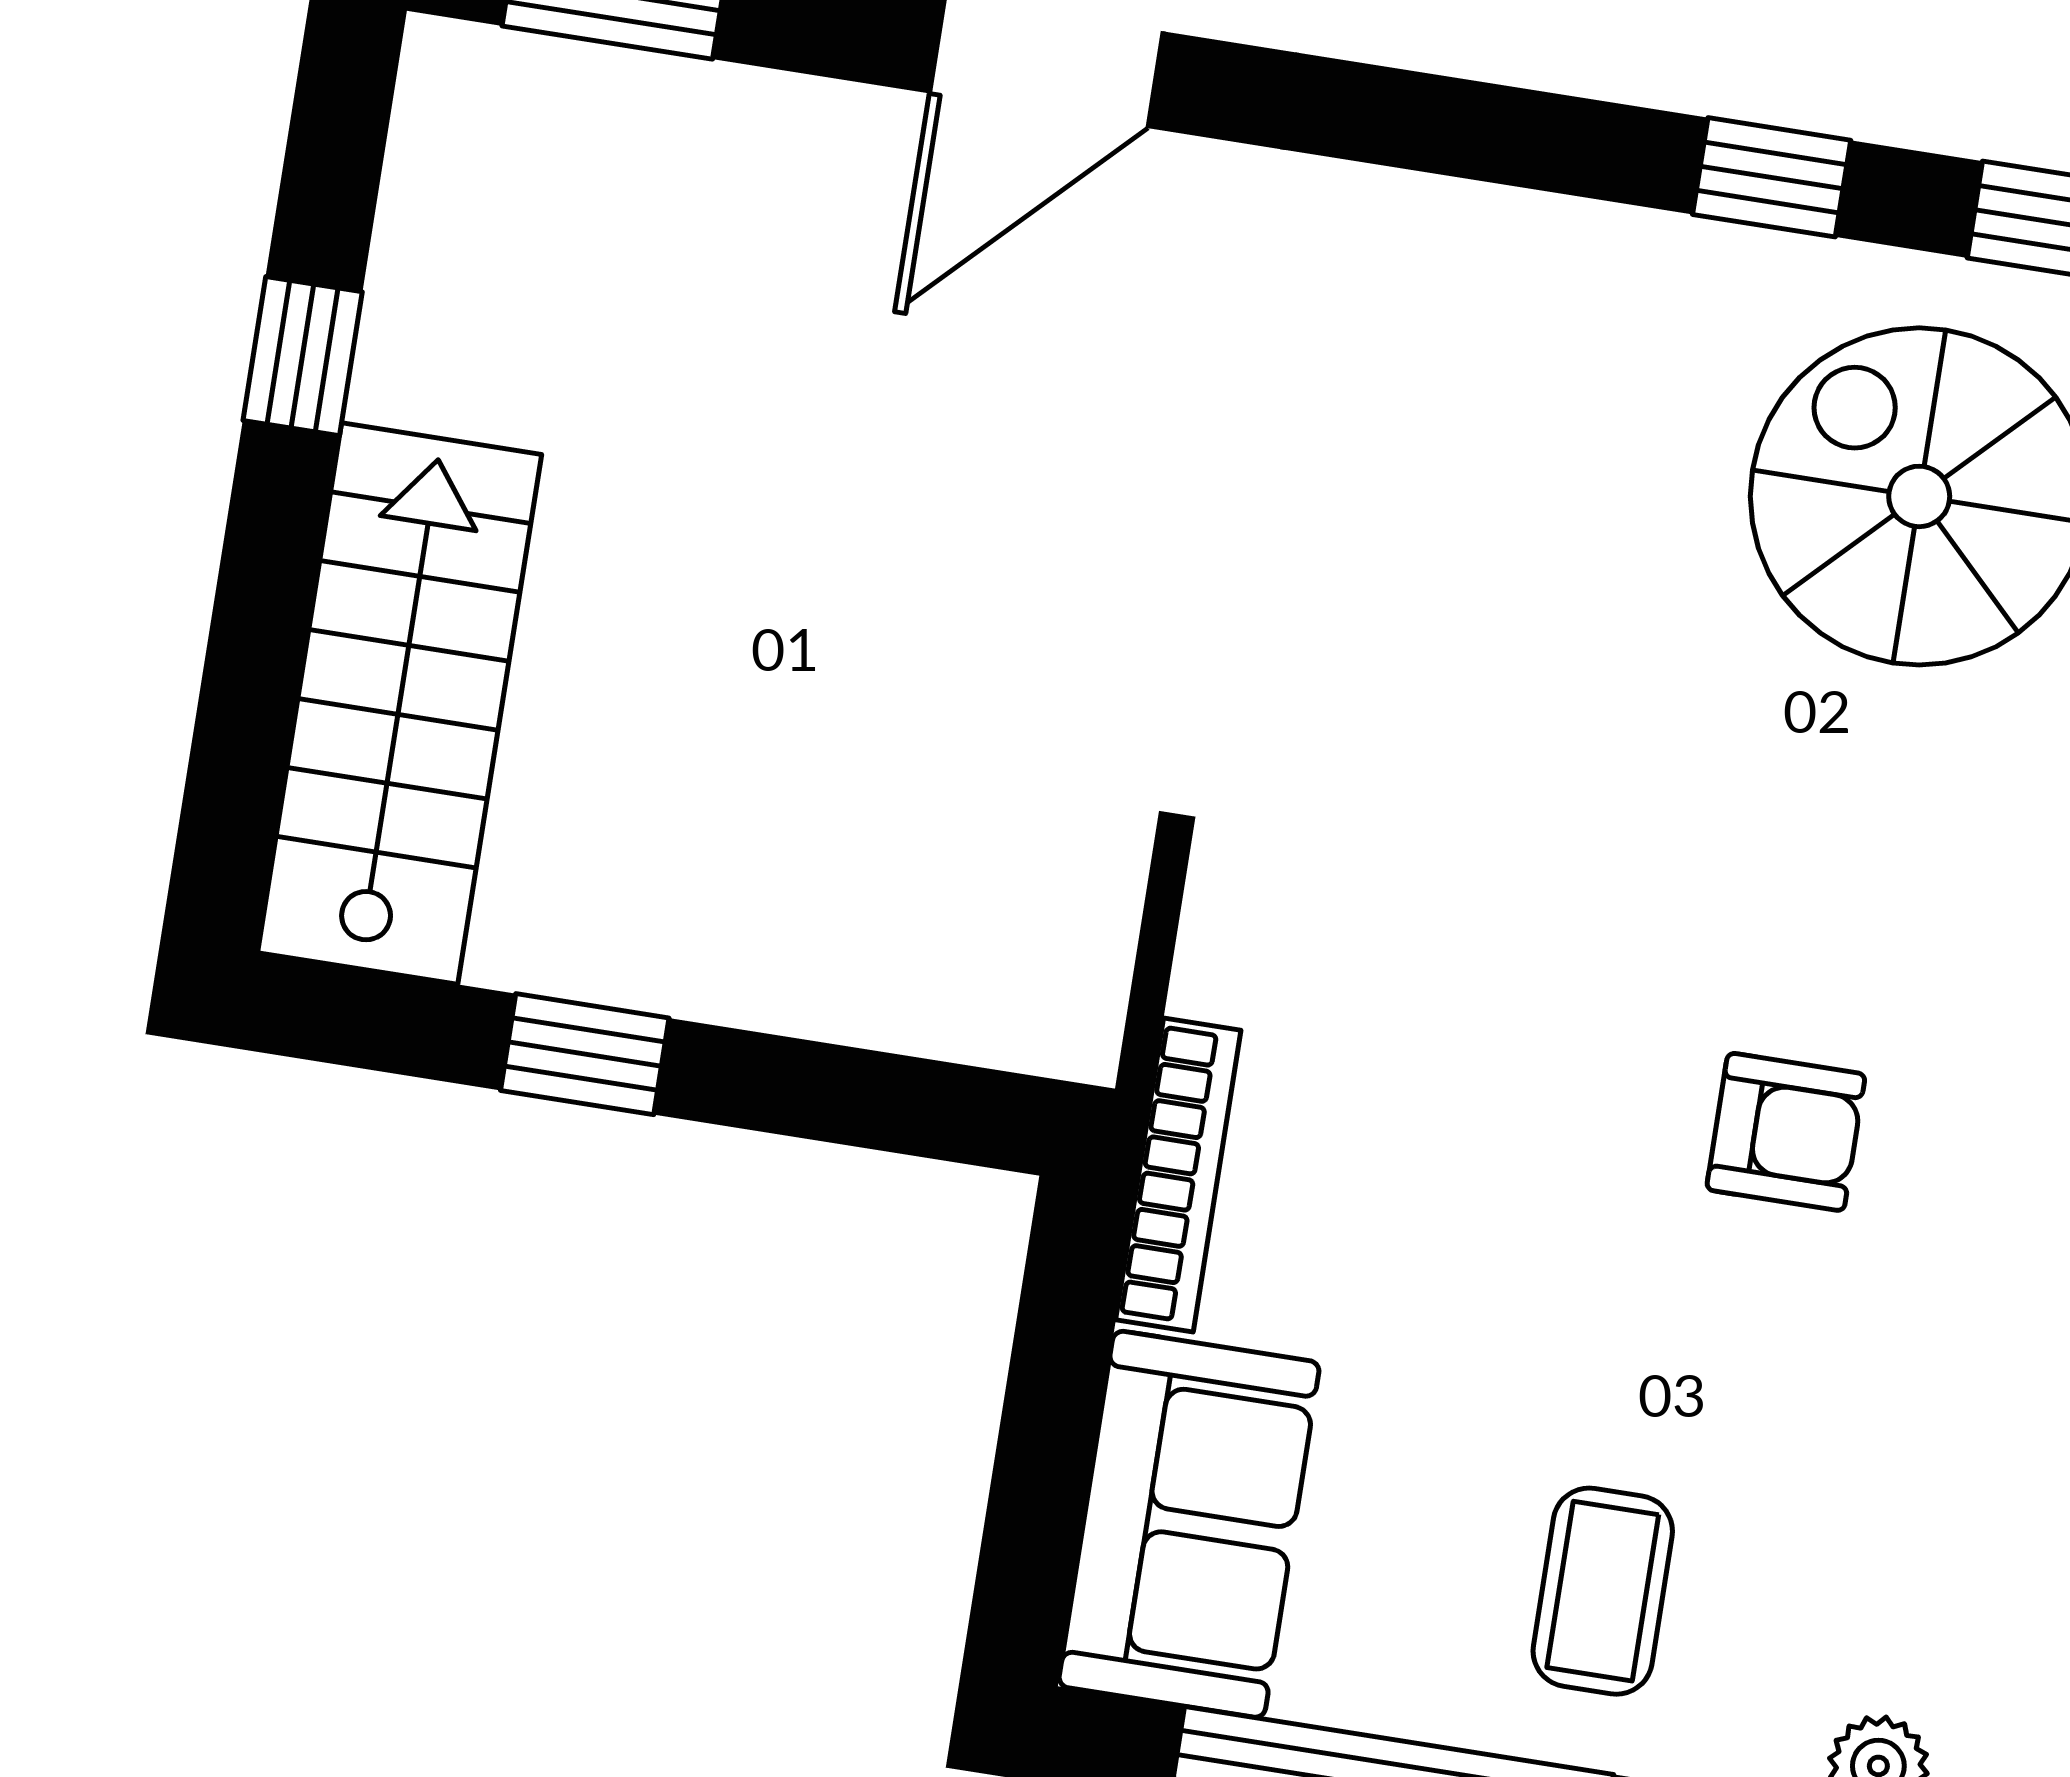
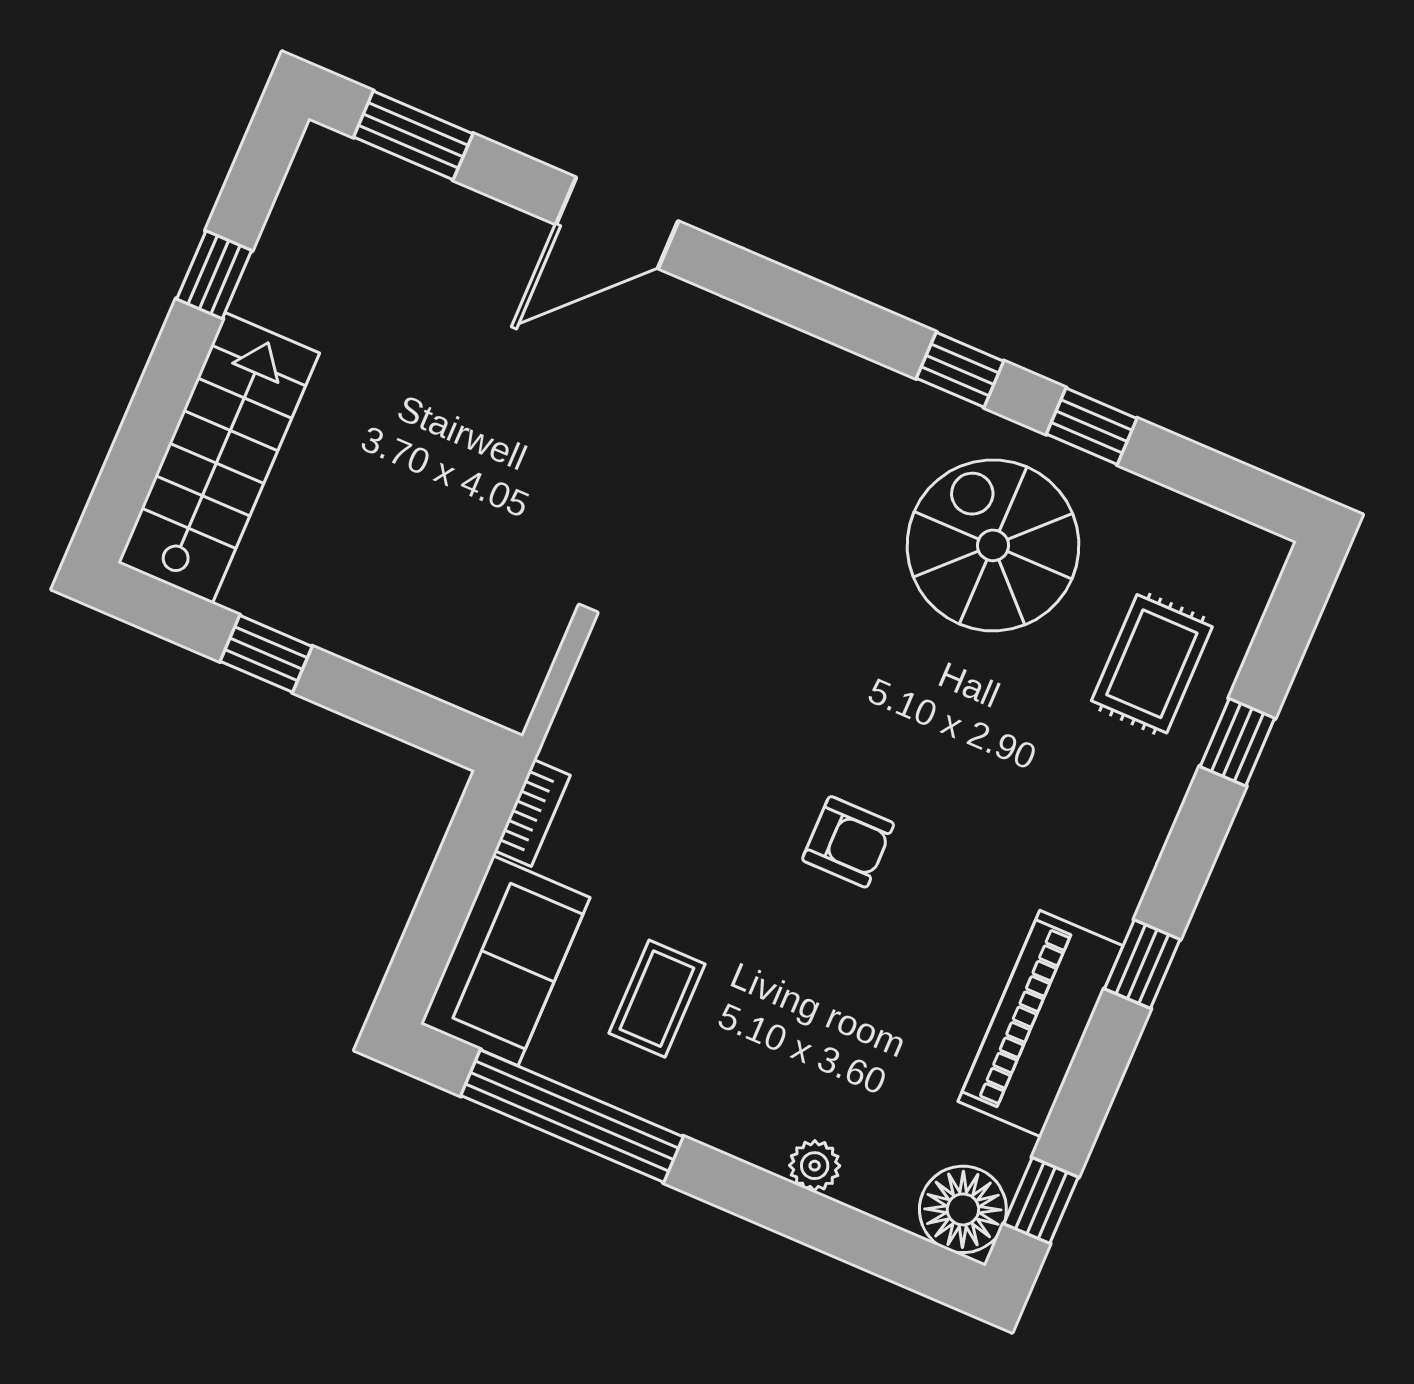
bookcase: (1178, 1175) -> (532, 813), width x0.64
coffee table: (1603, 1591) -> (657, 999), moved

